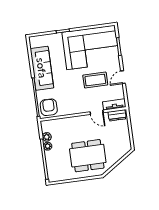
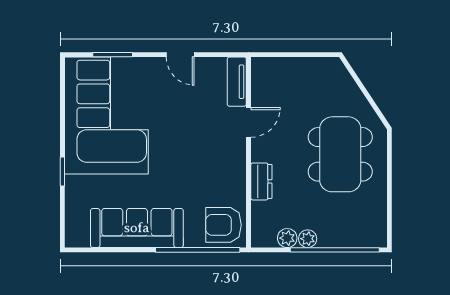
coffee table: (95, 80) -> (178, 116), removed
dresser: (117, 115) -> (261, 181), moved

